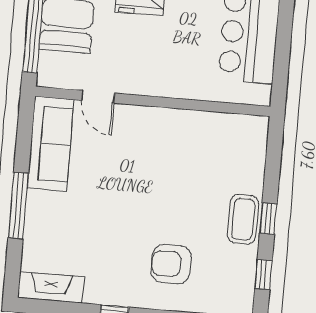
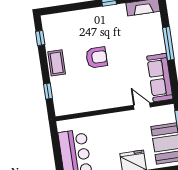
window: (268, 219) -> (48, 91), moved
armchair: (171, 264) -> (97, 57), moved

